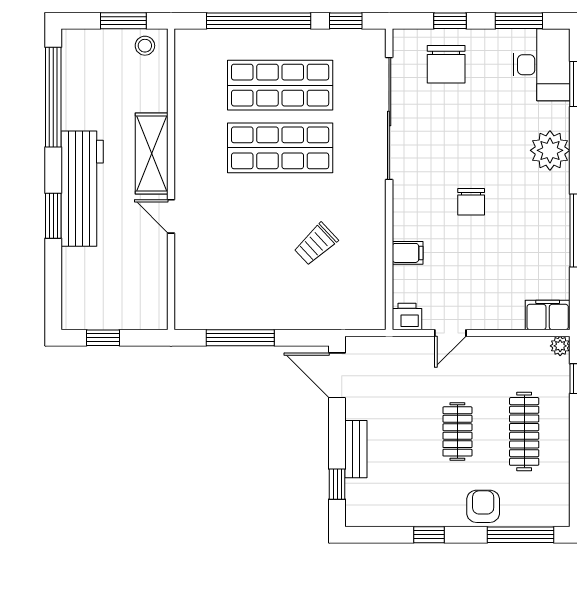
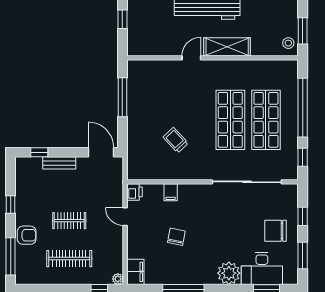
chair: (446, 64) -> (275, 231), moved
desk: (542, 65) -> (262, 268), moved
chair: (471, 202) -> (176, 237), moved, turned 101
door: (337, 375) -> (101, 152), hinge flipped

